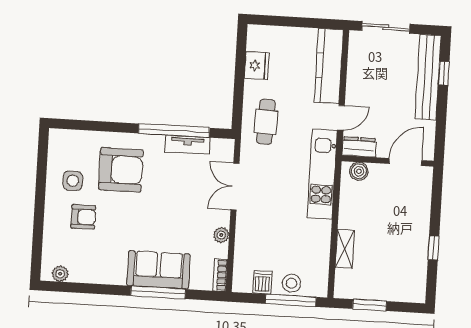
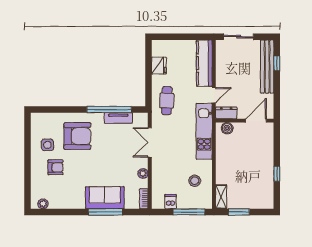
shelving: (345, 249) -> (221, 197), moved
stool: (292, 283) -> (195, 181), moved

